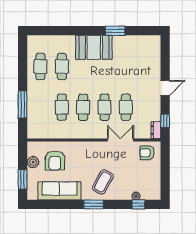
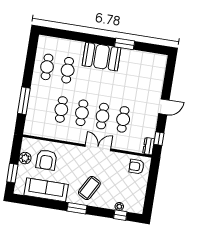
double door: (120, 140) -> (98, 148), moved

